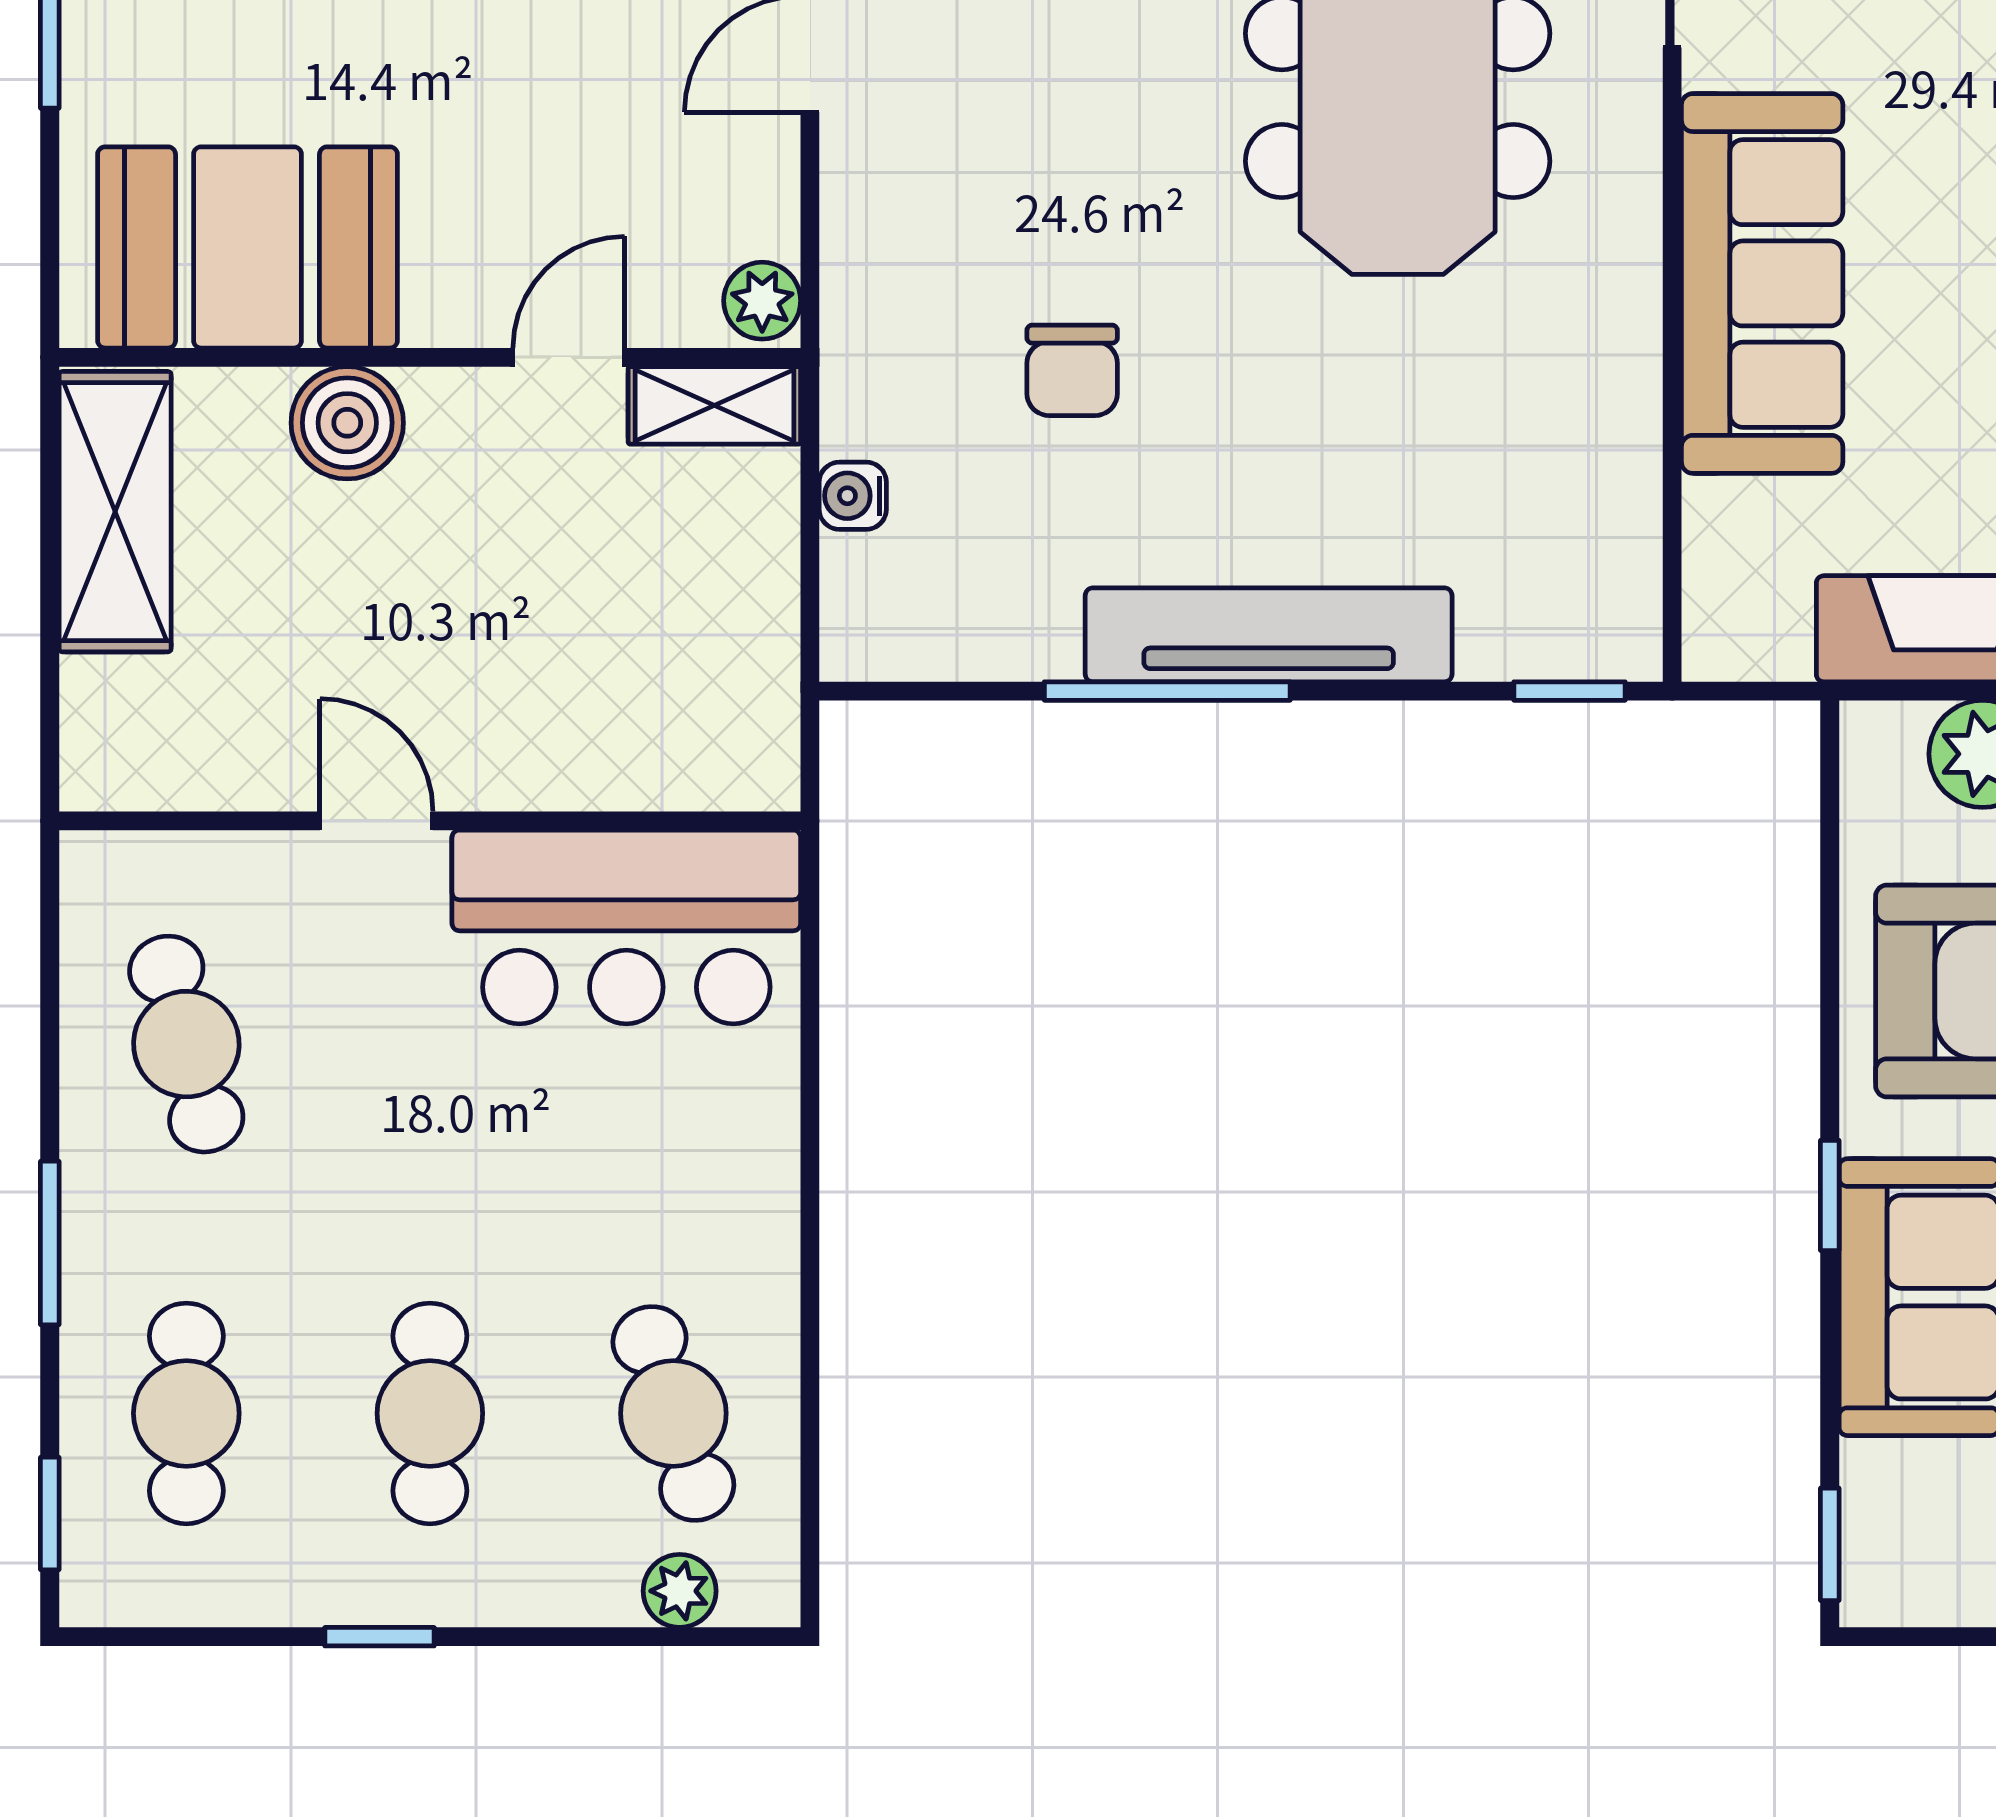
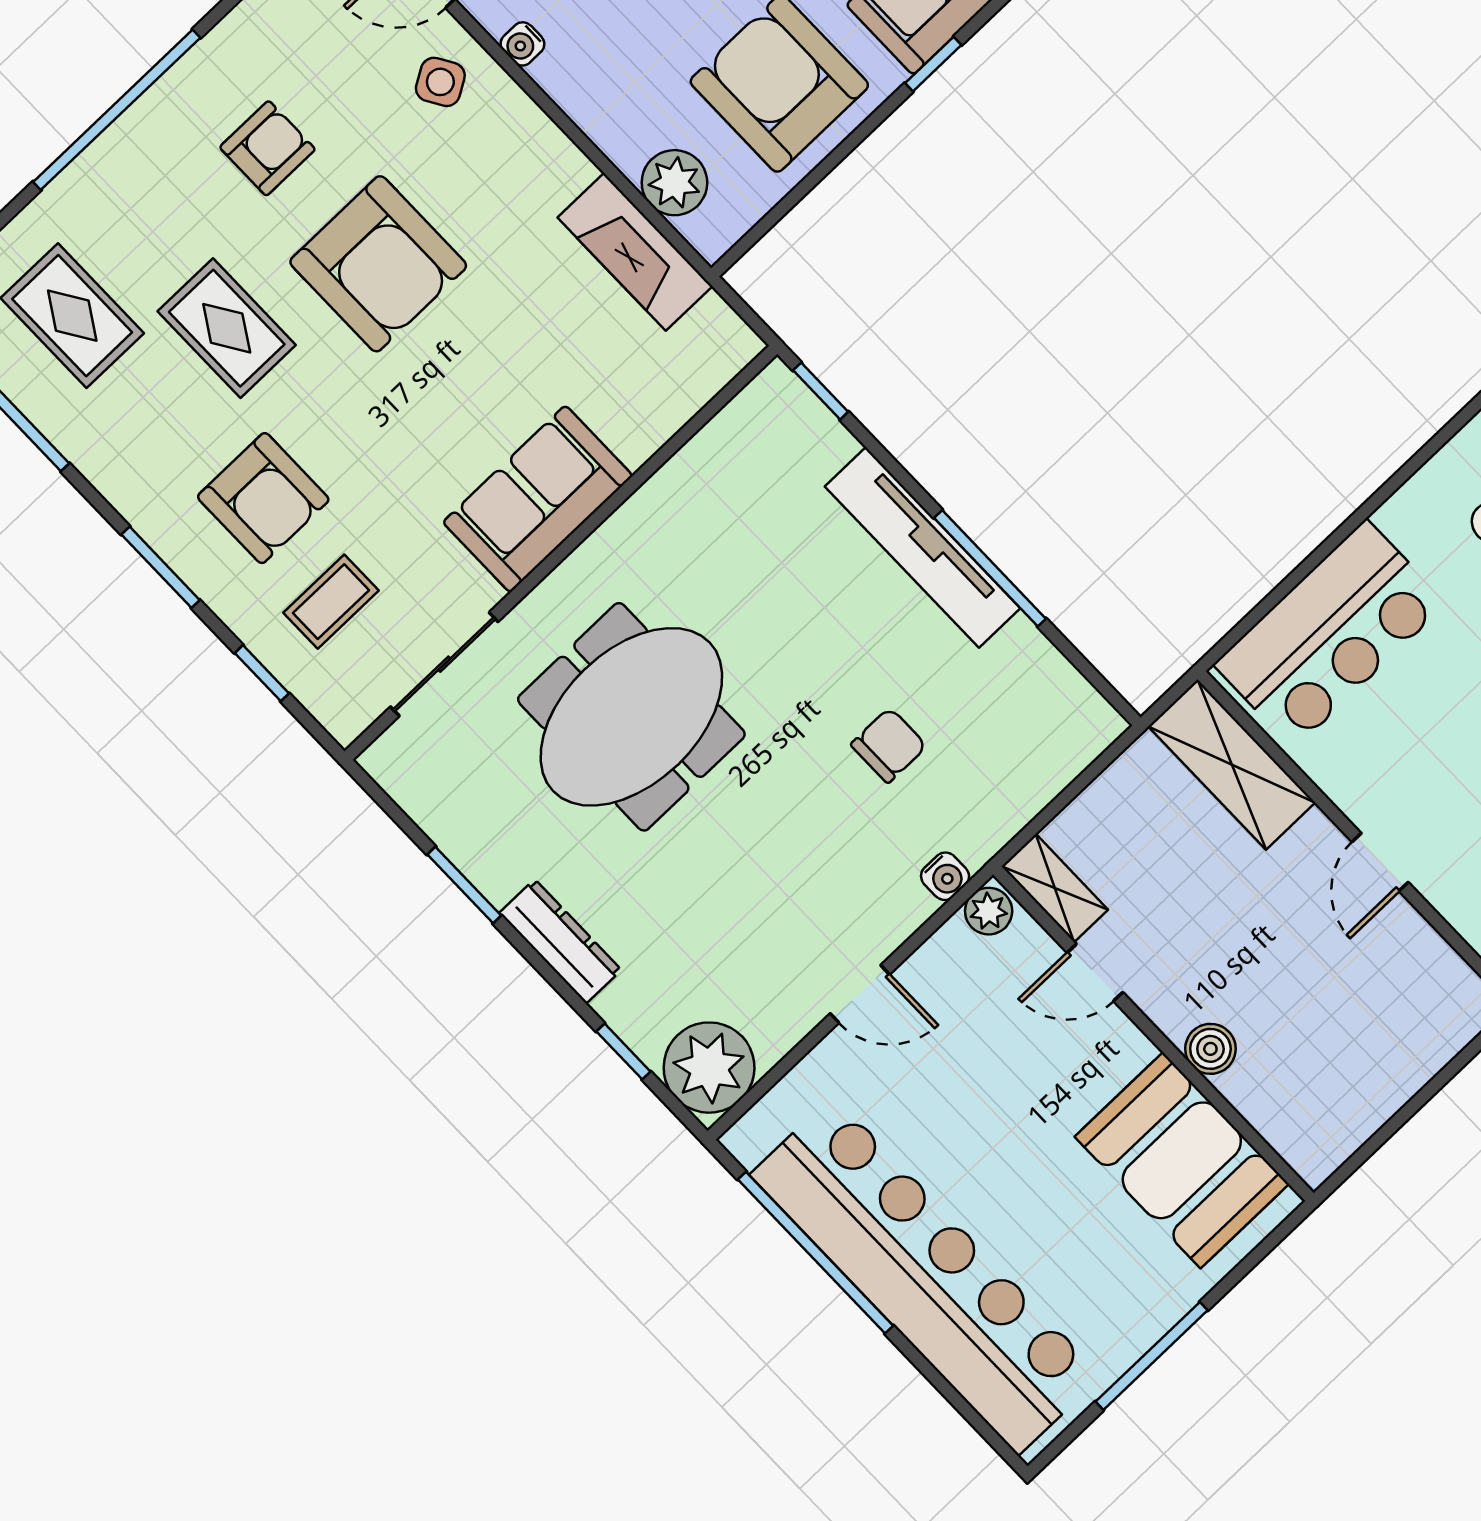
sofa: (1762, 283) -> (538, 499), width x0.73
boiler: (347, 423) -> (1210, 1049), width x0.73, depth x0.73
water cooler: (853, 496) -> (945, 876), moved
shelving: (115, 512) -> (1232, 764), moved, turned 90
bar counter: (626, 927) -> (1330, 634), moved, turned 90

